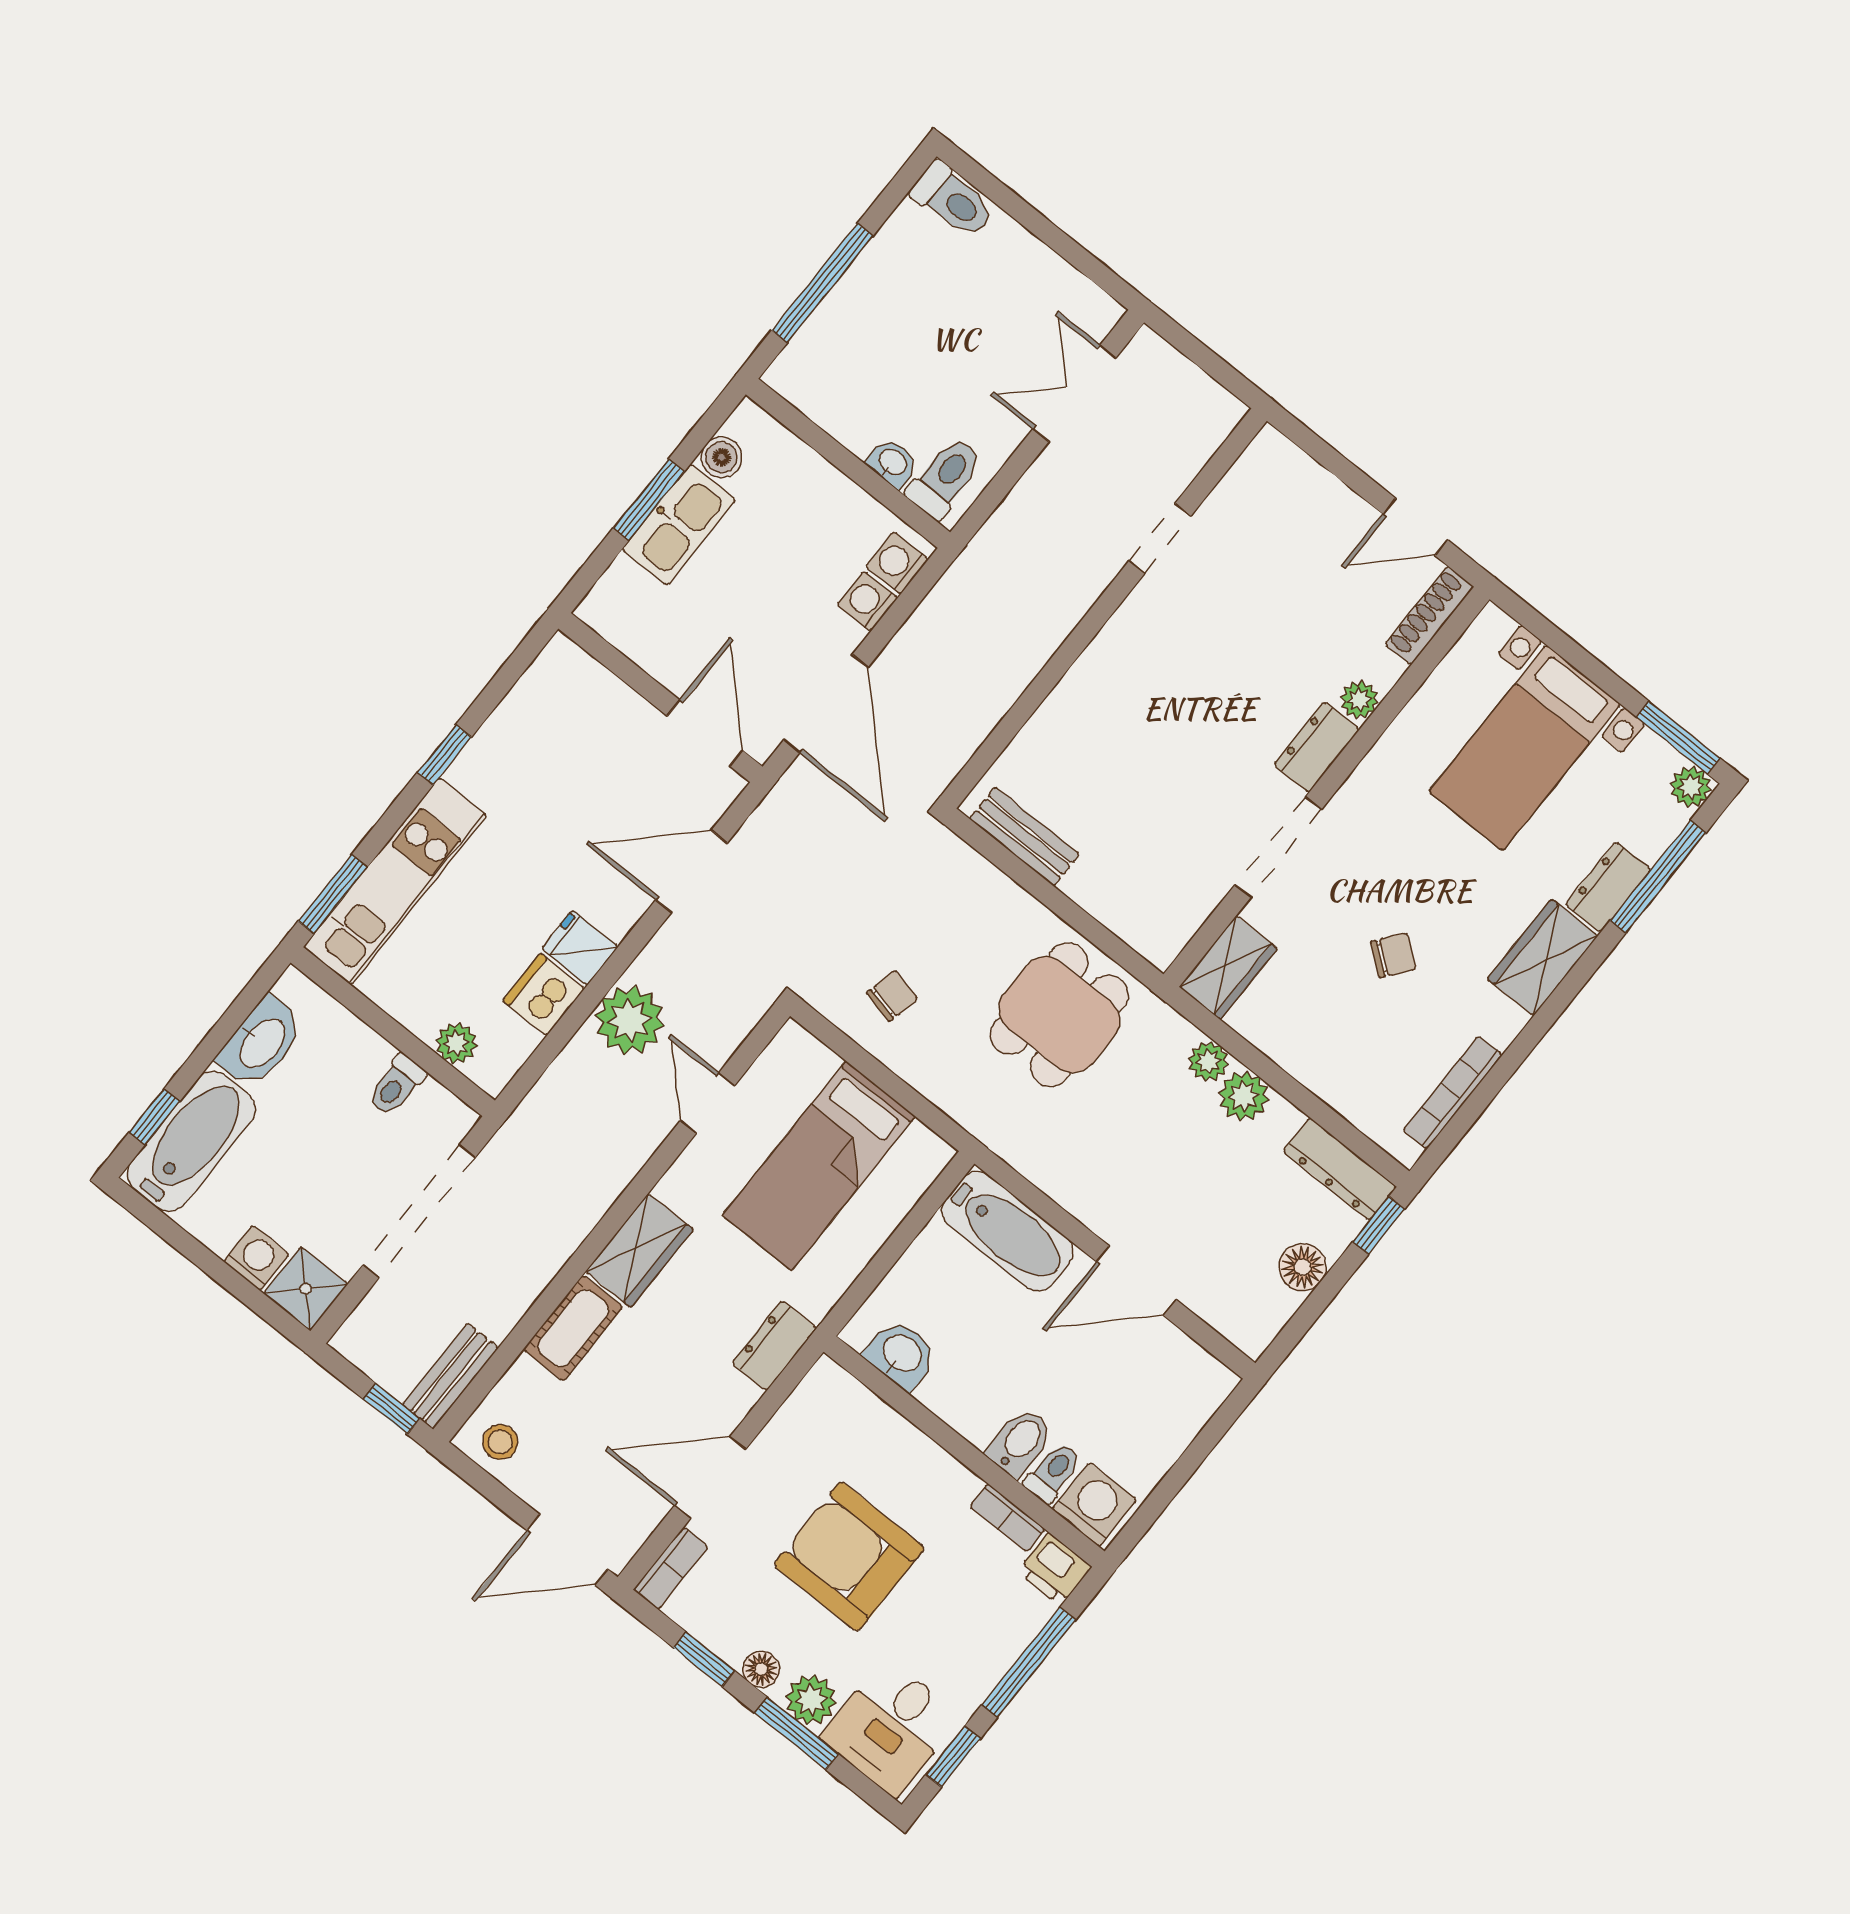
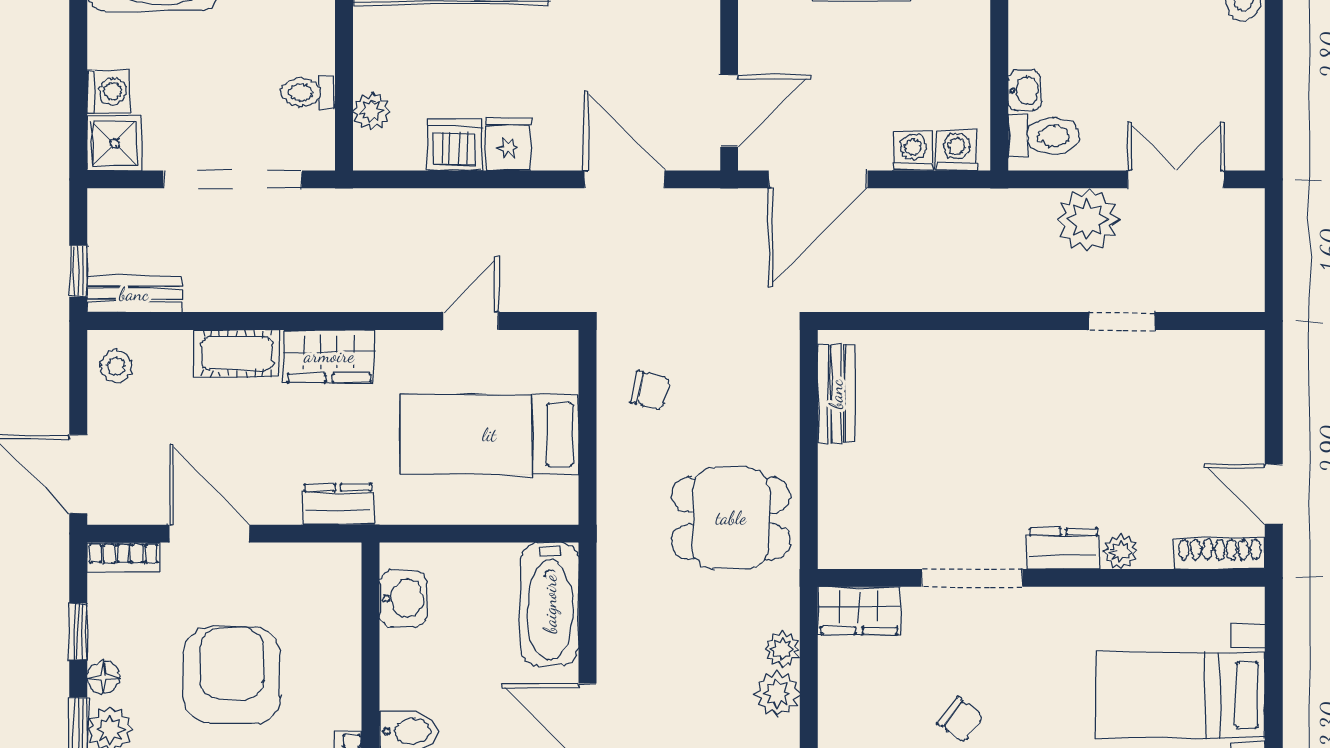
plant: (630, 1020) -> (1087, 220), moved

